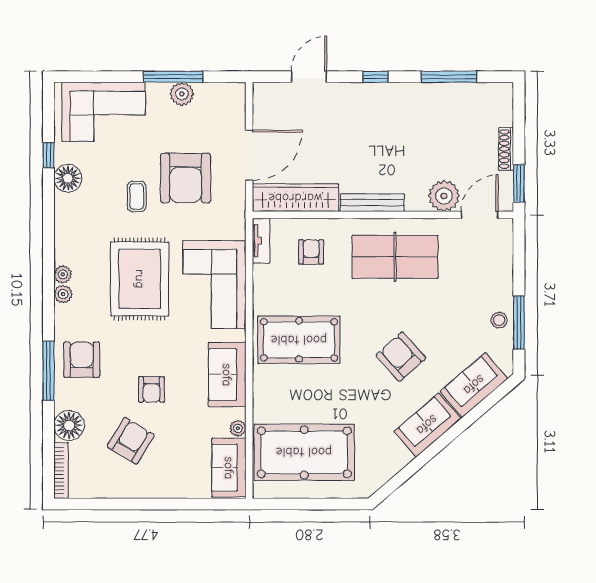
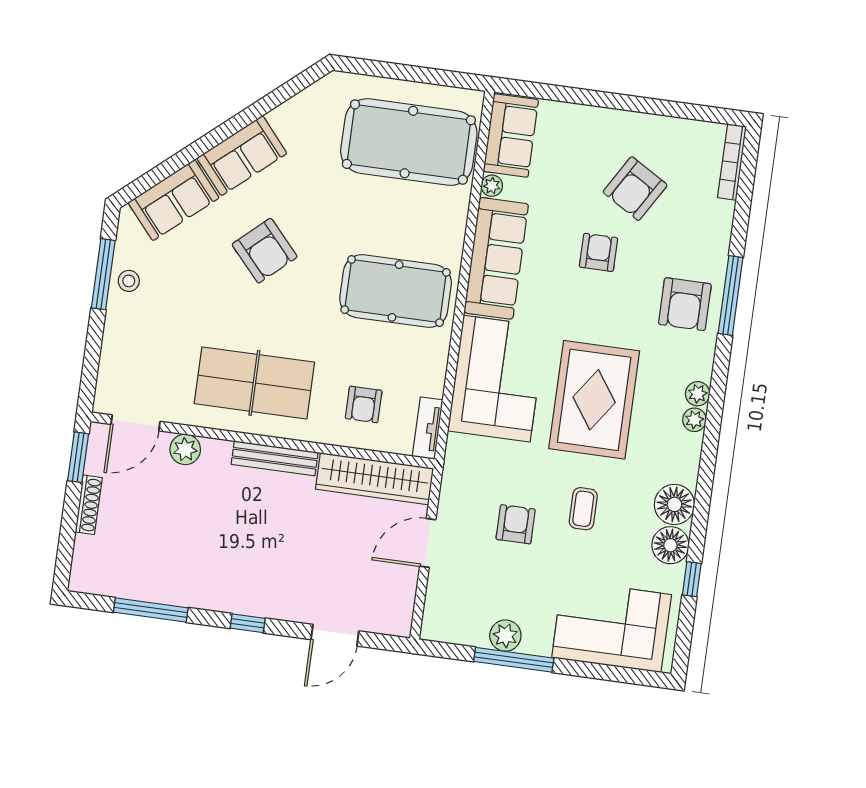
door: (249, 155) -> (428, 543), width x0.73
armchair: (186, 178) -> (516, 524), width x0.53, depth x0.53
plant: (444, 196) -> (185, 449), width x0.73, depth x0.73
sofa: (227, 375) -> (496, 258), width x1.36
floor lamp: (69, 425) -> (674, 504), moved

